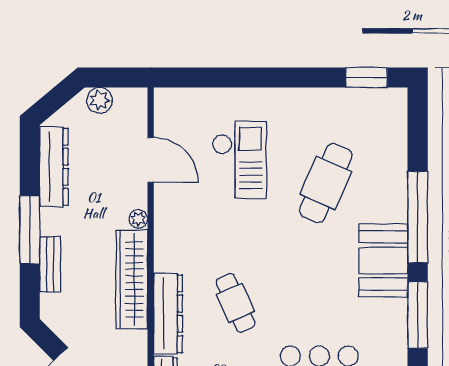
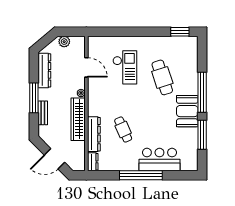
cafe table: (326, 183) -> (162, 77), turned -42

